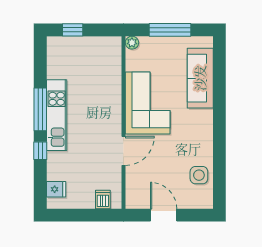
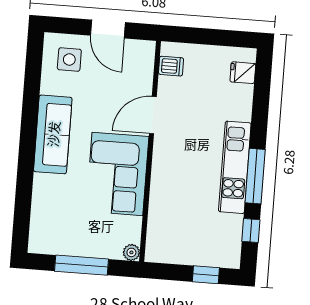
sofa: (200, 78) -> (53, 134), moved
window: (40, 151) -> (251, 231), moved
side table: (199, 175) -> (69, 60), moved
dishwasher: (103, 200) -> (171, 66), moved, turned -90

